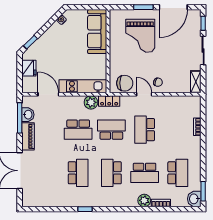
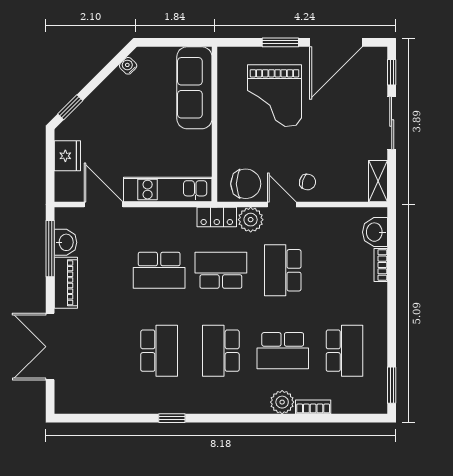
plant: (91, 102) -> (251, 220), moved
washbasin: (194, 199) -> (375, 232), moved

